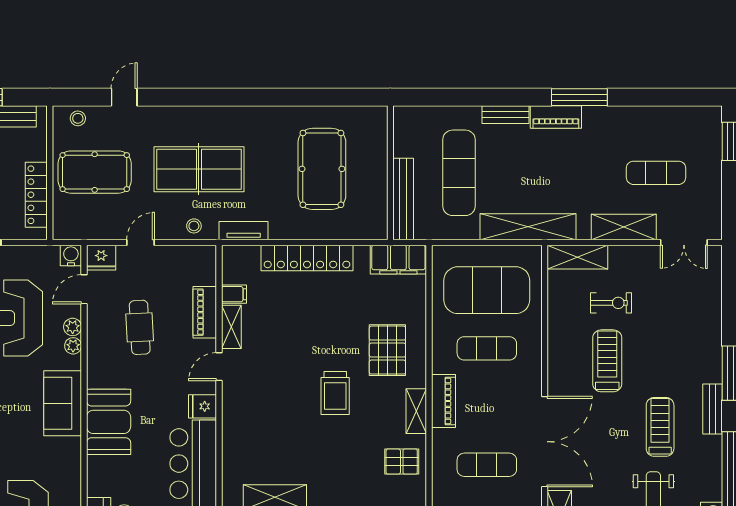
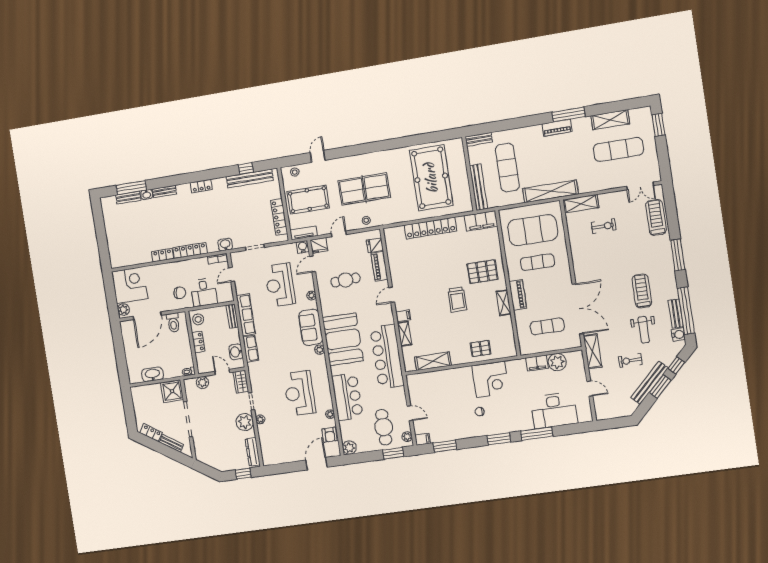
bench: (505, 115) -> (479, 139), moved
pool table: (322, 169) -> (431, 178), width x1.36, depth x1.32
exercise mat: (656, 173) -> (618, 149), width x1.36, depth x1.45
shelving: (624, 227) -> (610, 120), moved
tv unit: (244, 231) -> (304, 233), moved
filing cabinet: (234, 294) -> (403, 316), moved
plant: (73, 327) -> (320, 350), moved
cafe table: (140, 327) -> (346, 280), turned 90
shelving: (231, 327) -> (405, 334), moved
pallet: (387, 350) -> (483, 272), turned 90
treadmill: (607, 361) -> (656, 218), moved
fridge: (202, 406) -> (375, 245), moved
bench: (712, 409) -> (676, 314), moved
booth: (109, 422) -> (343, 339), width x1.36, depth x1.42
pallet: (402, 462) -> (481, 349), moved

